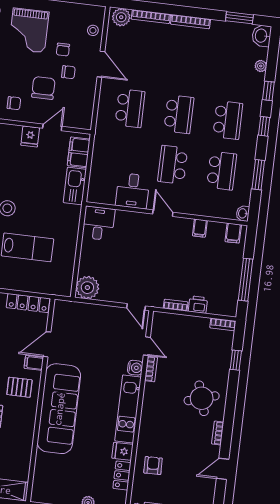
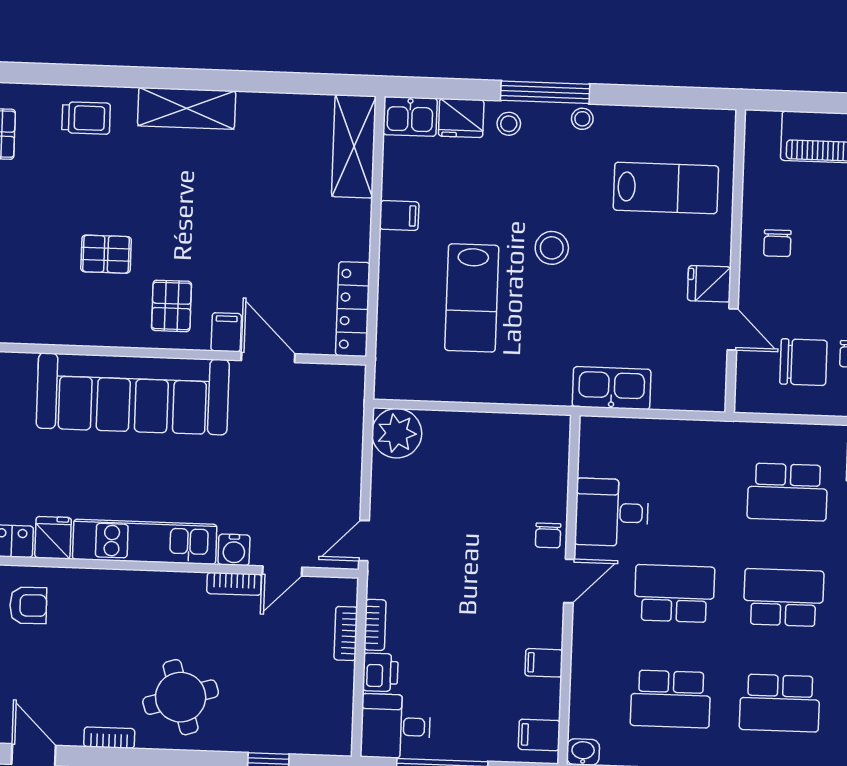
chair: (43, 88) -> (803, 362), moved
school desk: (179, 114) -> (784, 598), turned 180
filing cabinet: (79, 152) -> (684, 390), removed
chair: (141, 221) -> (548, 535), added
desk: (98, 223) -> (395, 726), moved, turned 180
bookcase: (223, 324) -> (346, 633), moved

